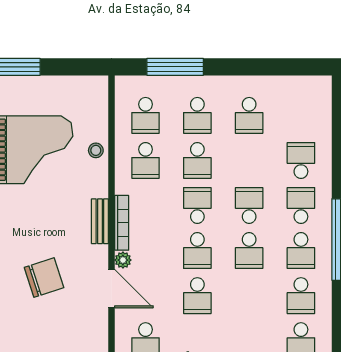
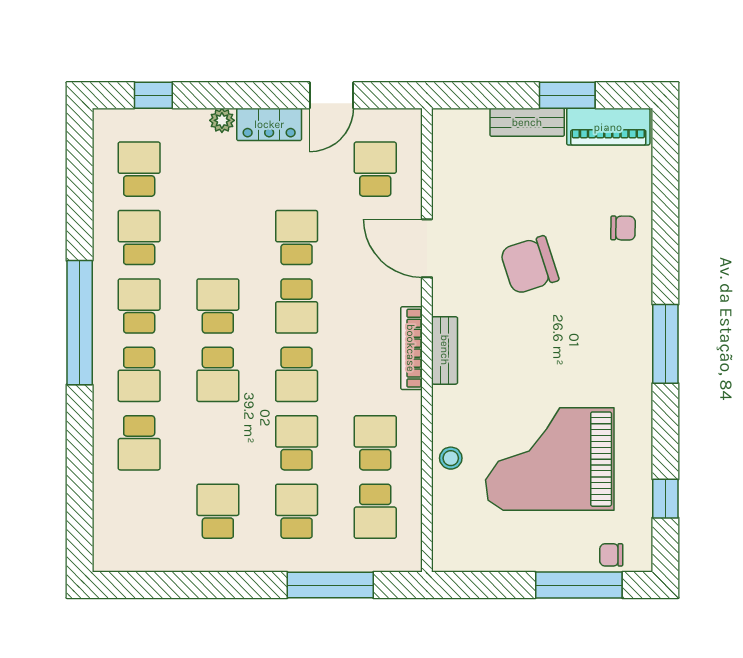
school desk: (146, 115) -> (375, 511), turned 180
school desk: (197, 251) -> (297, 306), turned 180
plant: (123, 260) -> (410, 292), removed

